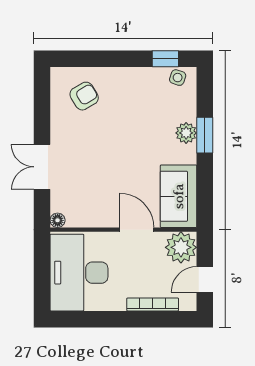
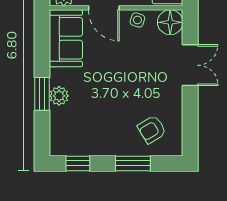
window: (105, 59) -> (133, 163), added
side table: (178, 78) -> (137, 20), moved
floor lamp: (58, 220) -> (170, 22), width x1.89, depth x1.89

